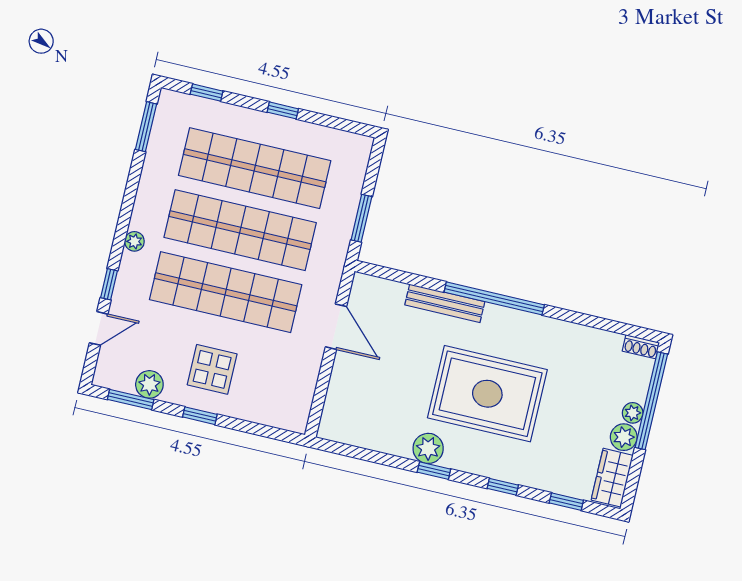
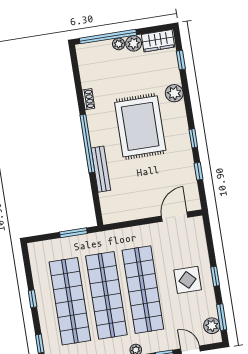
door: (336, 327) -> (175, 217), moved
shoe rack: (641, 347) -> (88, 99), moved
plant: (149, 384) -> (212, 326), moved
plant: (428, 448) -> (174, 93), moved
window: (503, 487) -> (199, 171), moved

